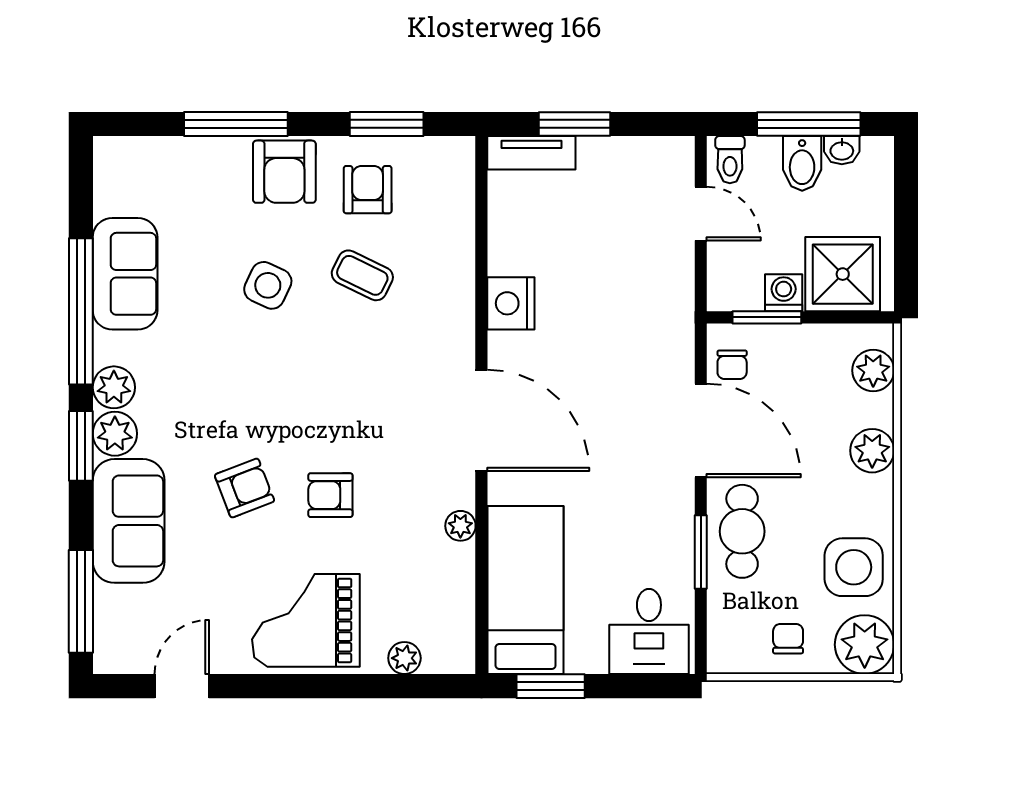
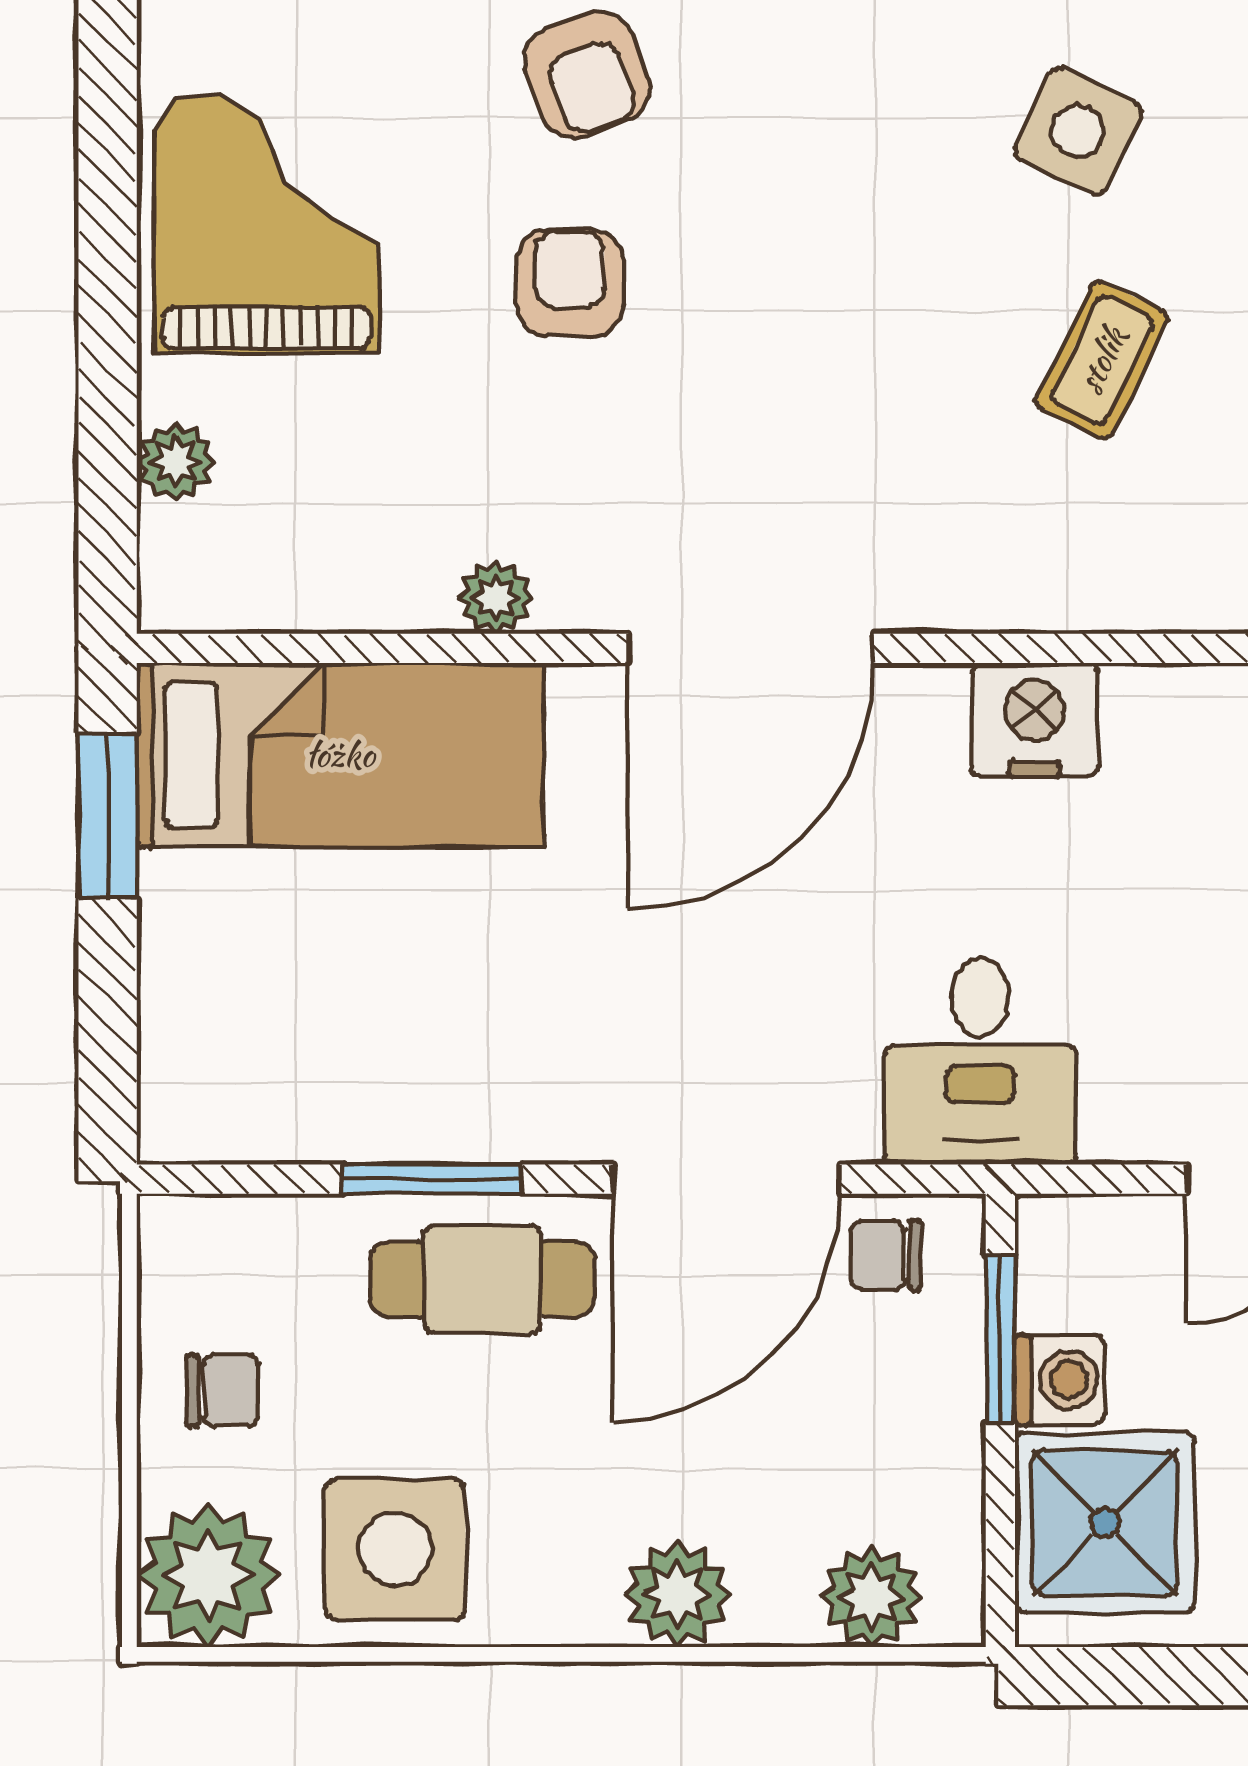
desk: (649, 631) -> (980, 1061), moved, turned -90

